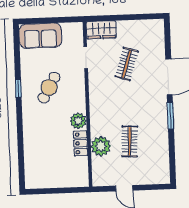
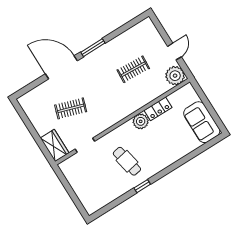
sofa: (40, 36) -> (202, 122), moved, turned 180
cafe table: (49, 88) -> (127, 161), turned 49
plant: (101, 146) -> (175, 76), moved

